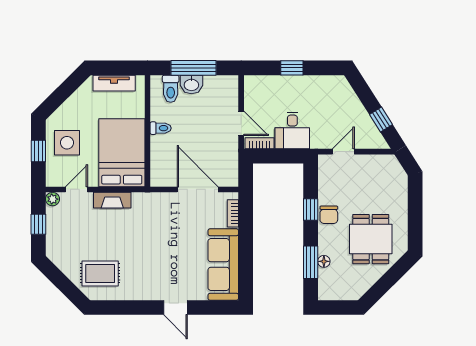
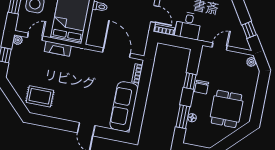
plant: (393, 165) -> (251, 62), added

